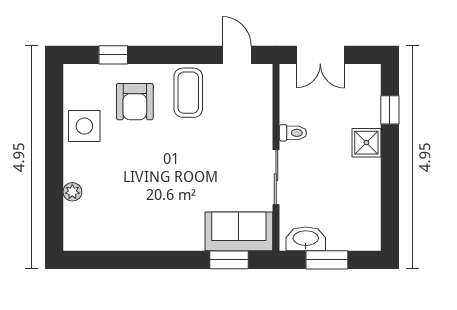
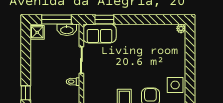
shower: (366, 143) -> (37, 32), moved
plant: (72, 192) -> (181, 28), moved
window: (327, 260) -> (57, 20), width x1.44

